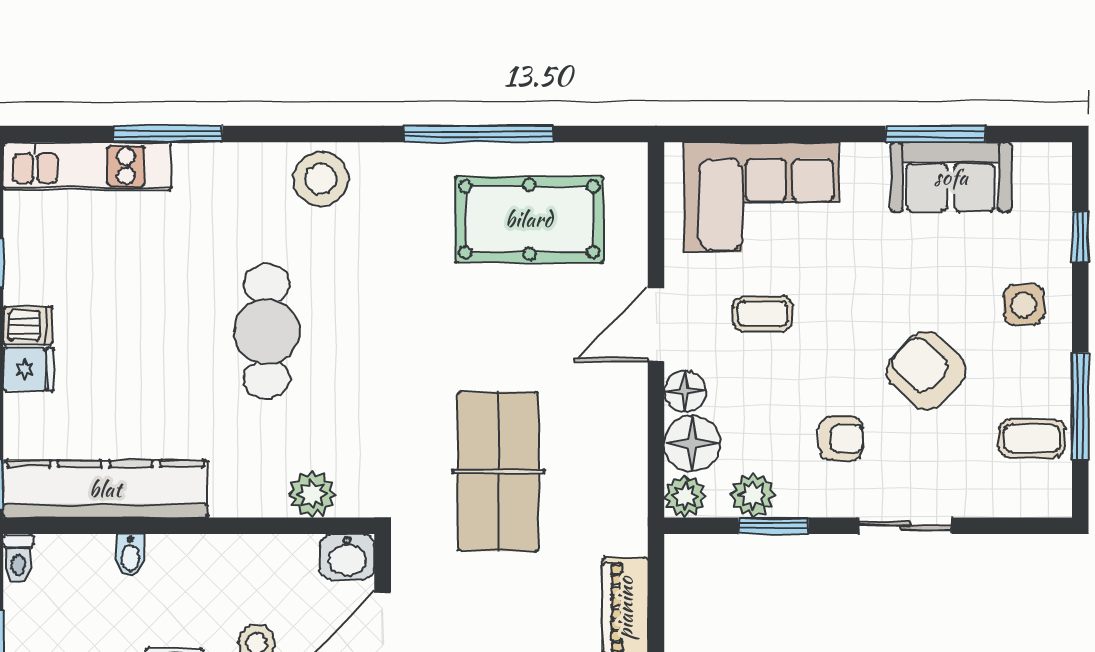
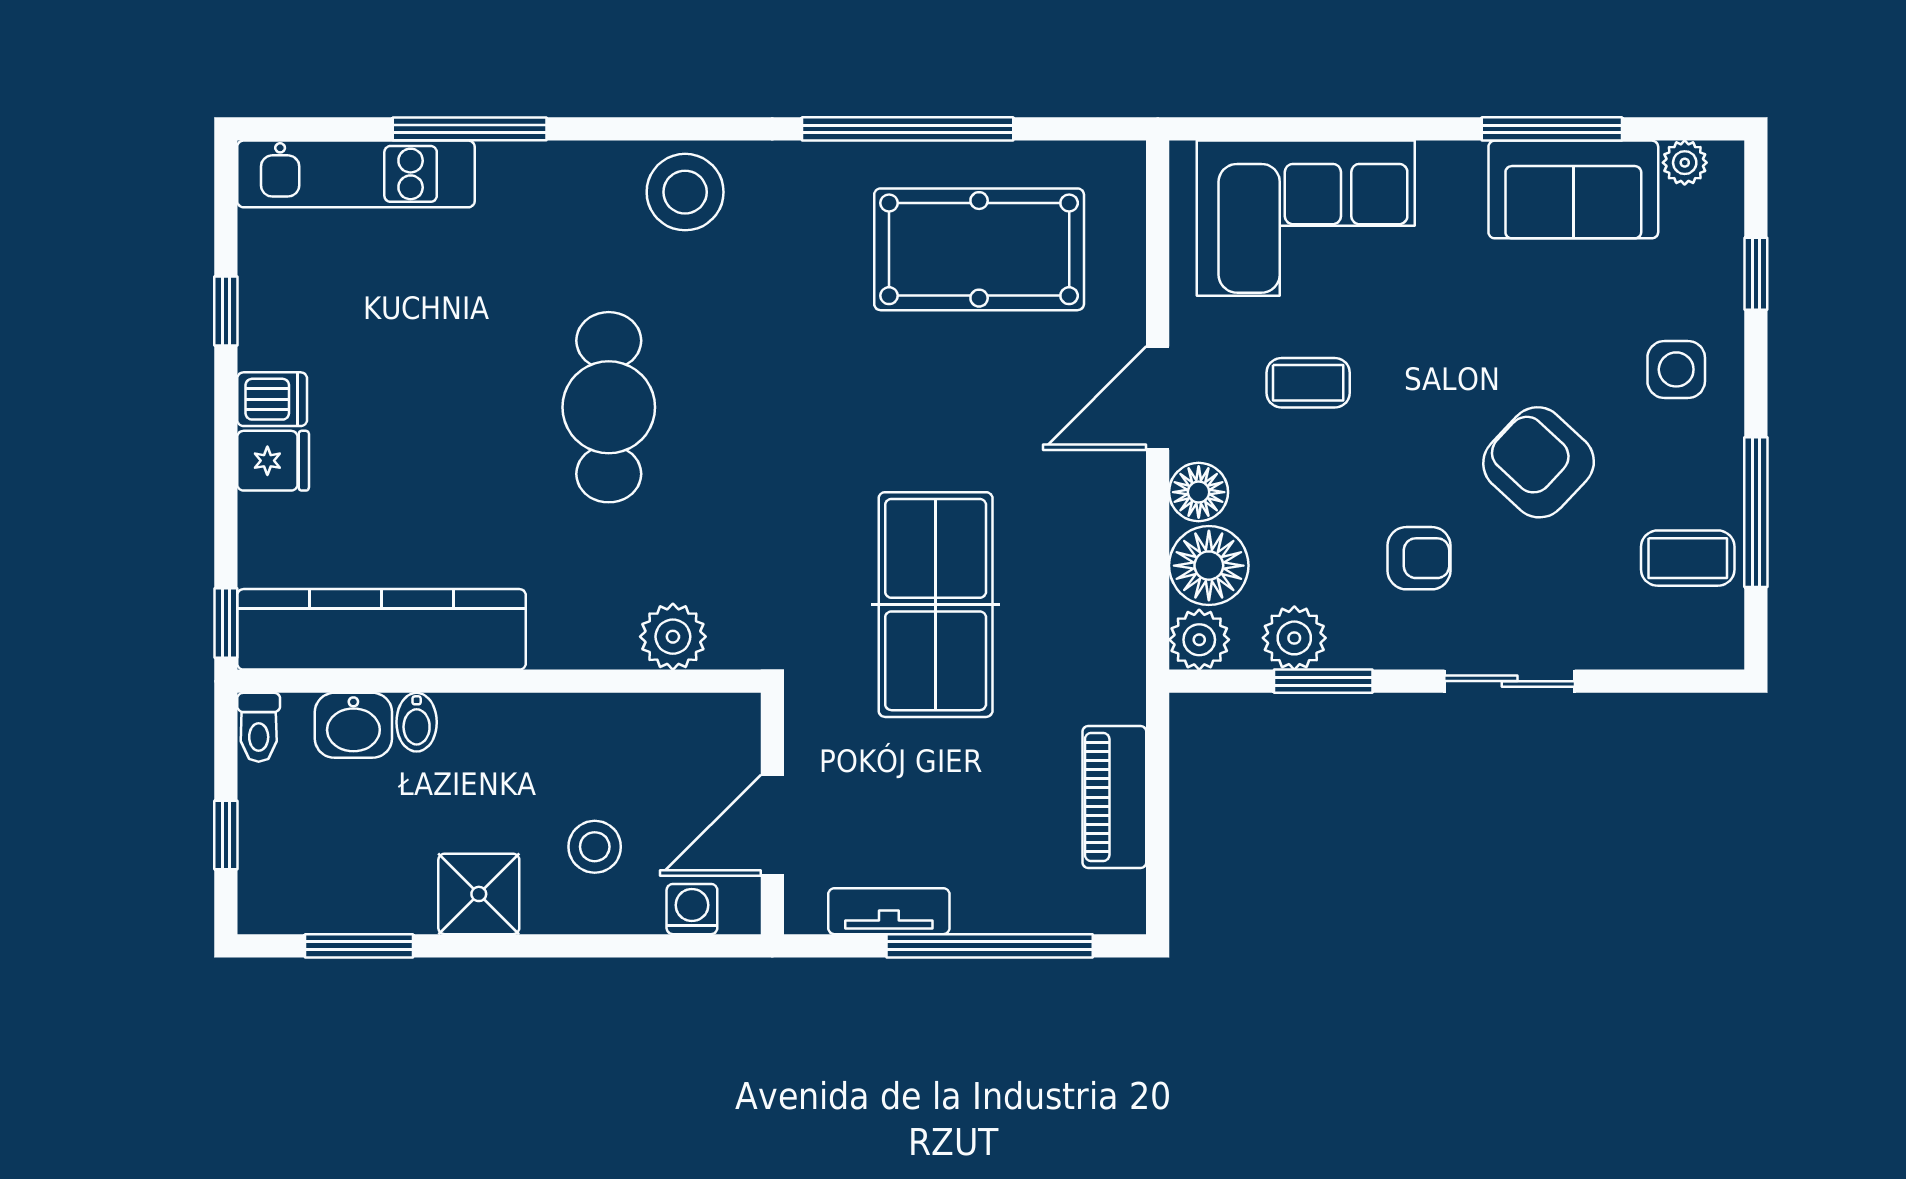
plant: (1030, 158) -> (1685, 163), added
washbasin: (347, 557) -> (353, 725), moved

